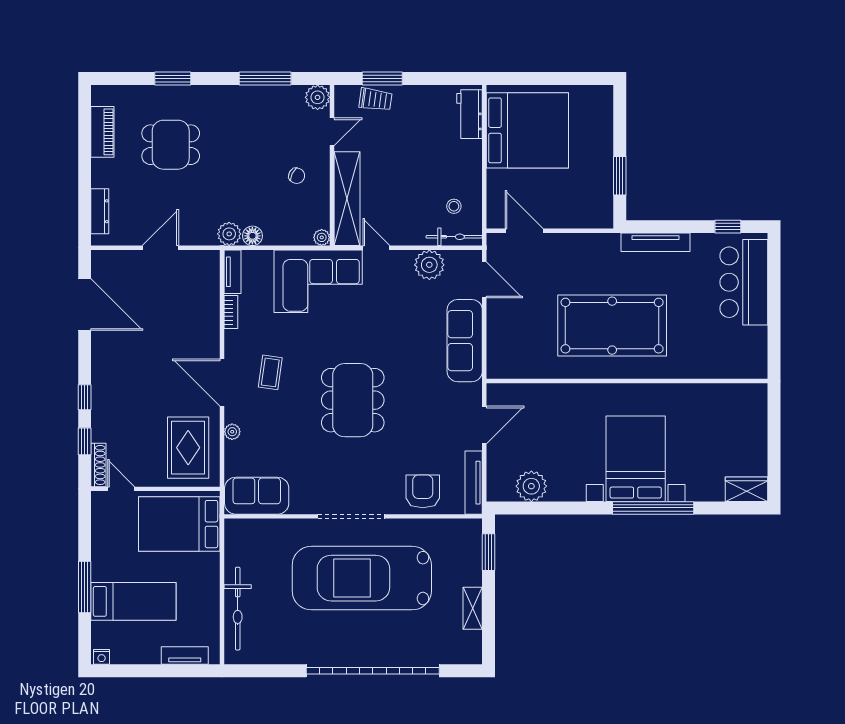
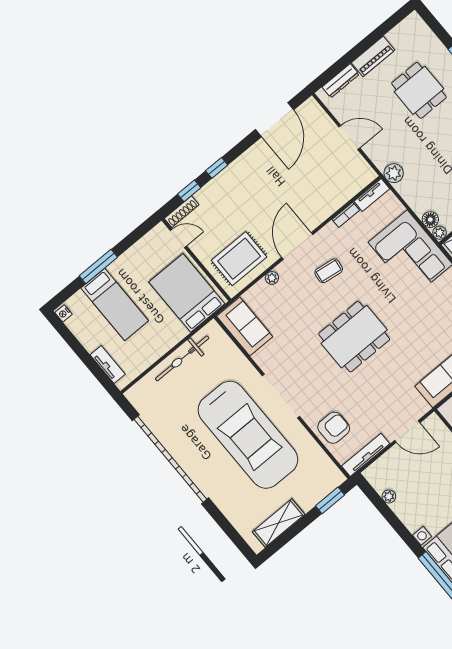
piano: (102, 132) -> (373, 56), moved
floor lamp: (252, 236) -> (430, 220), moved
plant: (531, 486) -> (389, 496), width x0.53, depth x0.53
door: (121, 489) -> (178, 238), hinge flipped
car: (362, 578) -> (248, 435), turned 180
shelving: (473, 608) -> (279, 523), width x1.50, depth x1.33
bicycle: (238, 609) -> (182, 358), moved
garage door: (373, 671) -> (170, 459), moved

